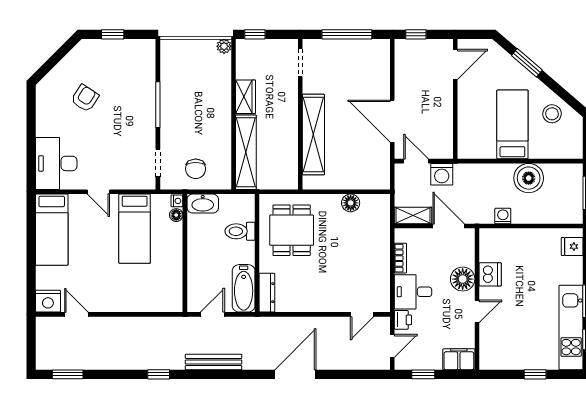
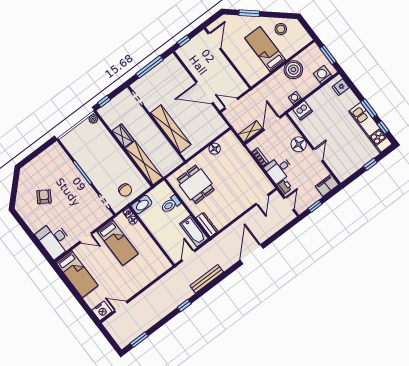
window: (113, 34) -> (34, 155), removed
washing machine: (442, 174) -> (323, 75), moved, turned 180
door: (449, 226) -> (272, 123), hinge flipped
dishwasher: (490, 274) -> (302, 110), moved, turned 90

